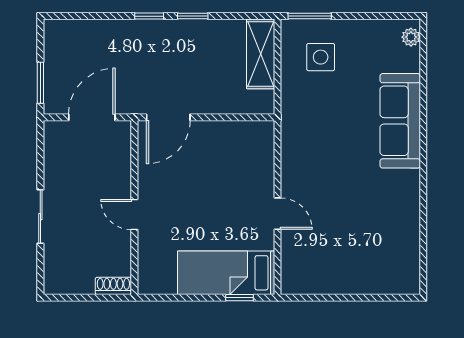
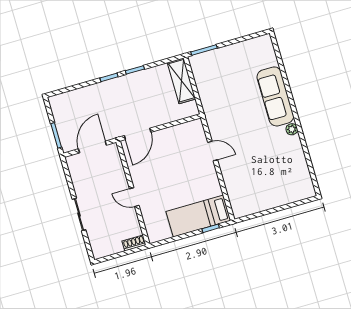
plant: (411, 37) -> (292, 129), moved
side table: (321, 57) -> (217, 72), removed
door: (278, 214) -> (213, 151), moved

